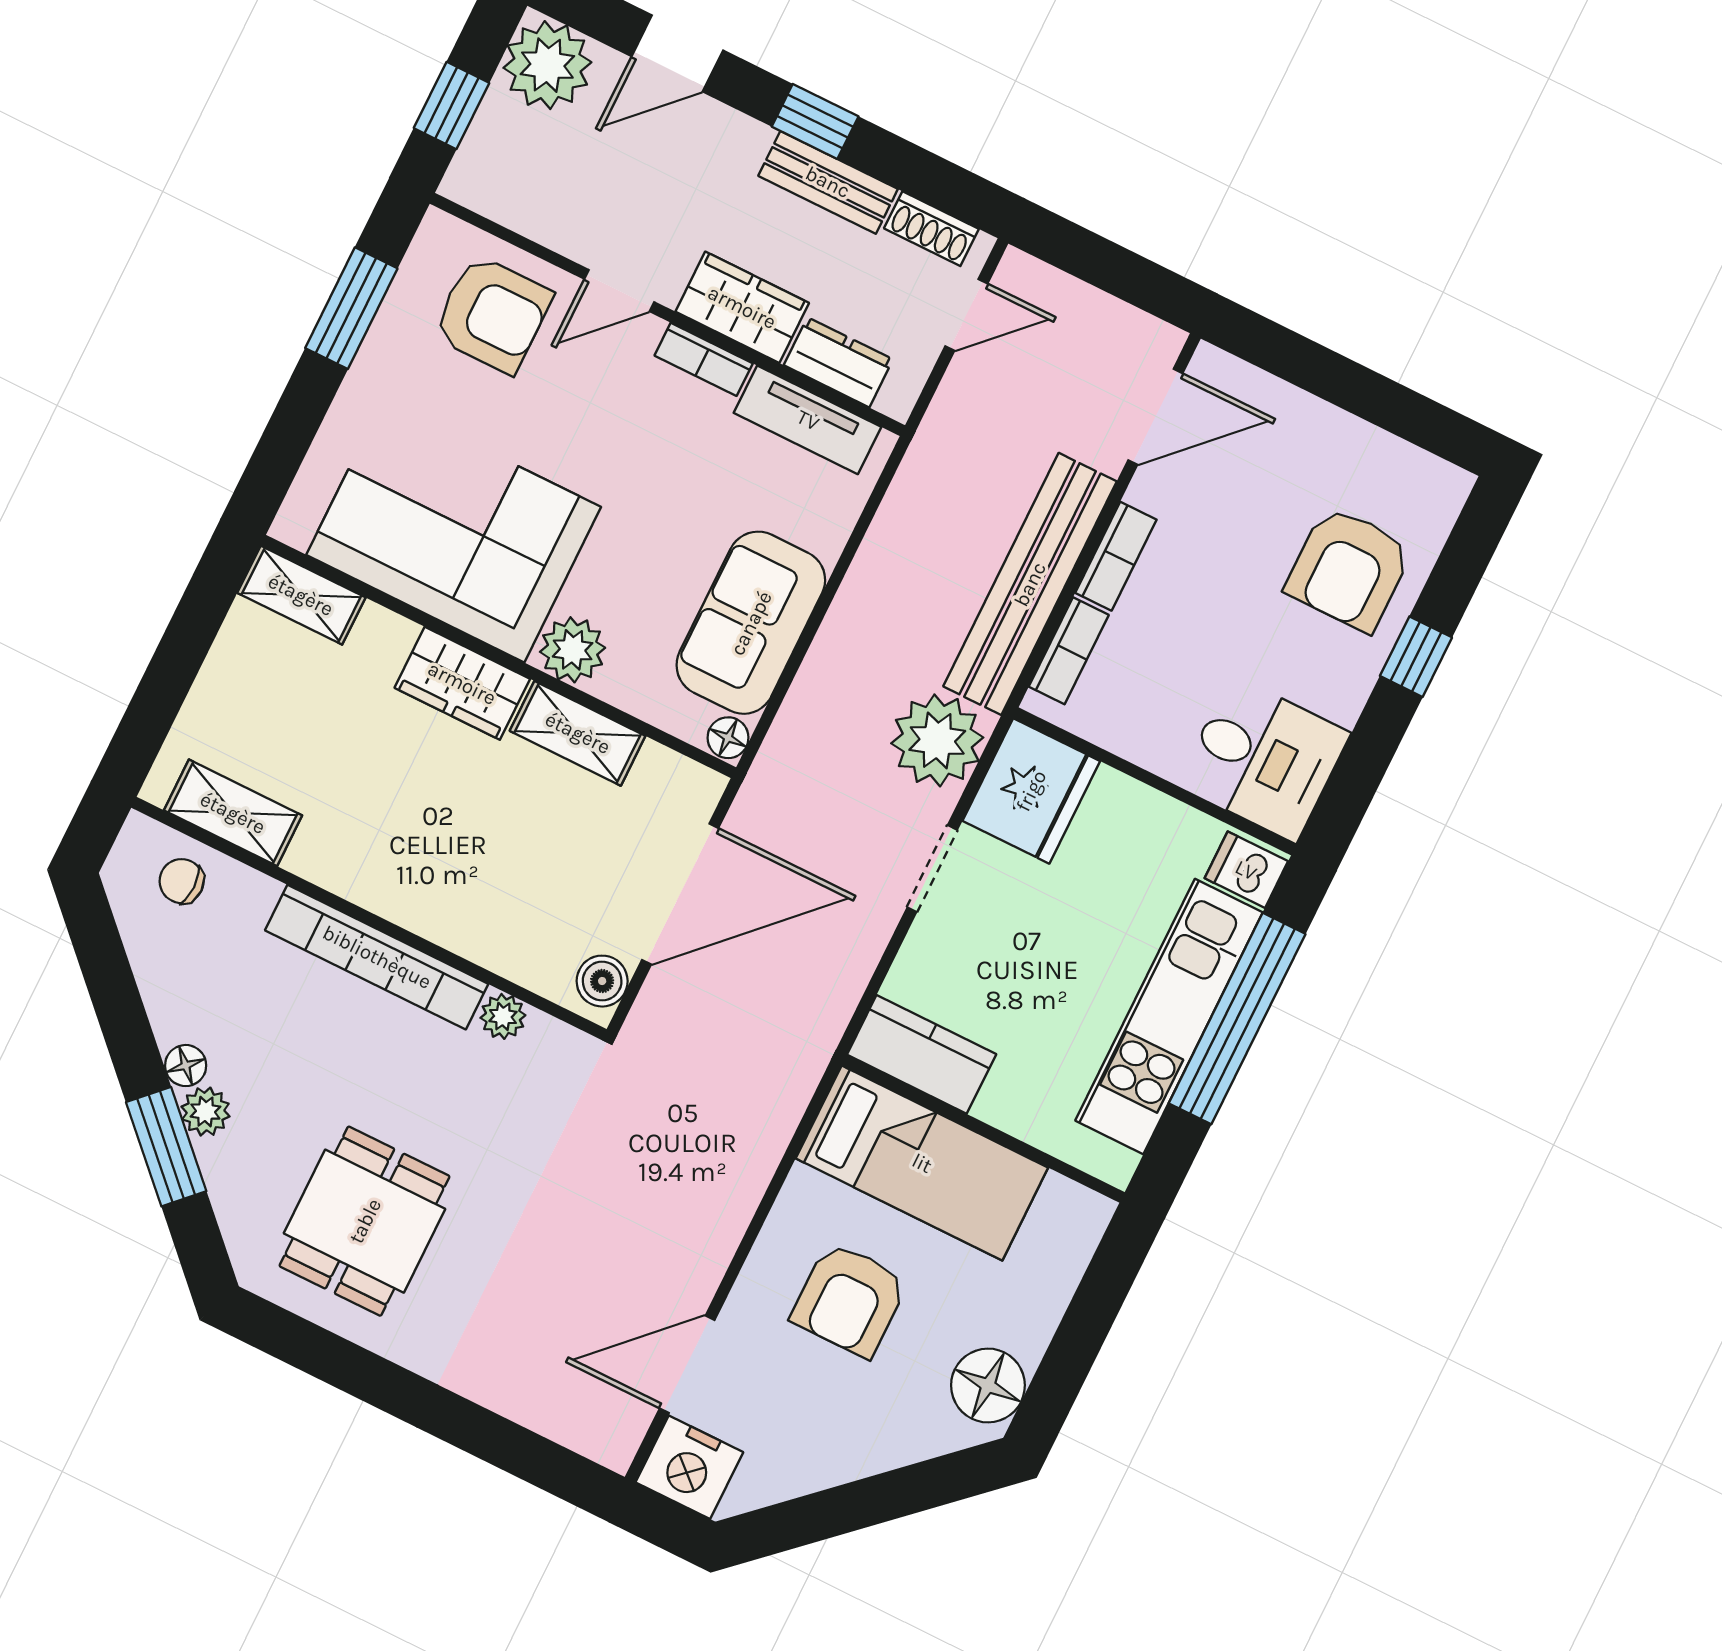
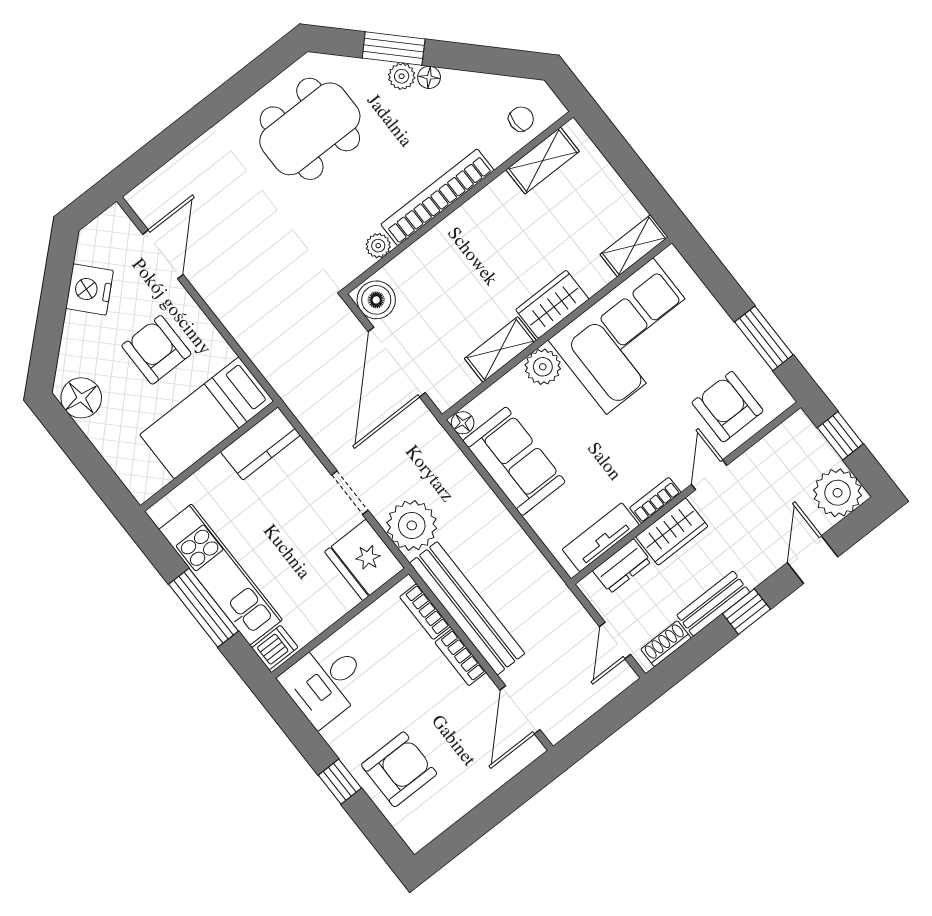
armchair: (492, 314) -> (728, 407), turned 90
armchair: (1349, 569) -> (399, 769), turned 90
boiler: (602, 981) -> (376, 300), width x1.36, depth x1.36
window: (1237, 1019) -> (203, 608), width x0.68
dining table: (365, 1221) -> (310, 129), width x1.38
nightstand: (689, 1467) -> (90, 290), moved, turned -43

